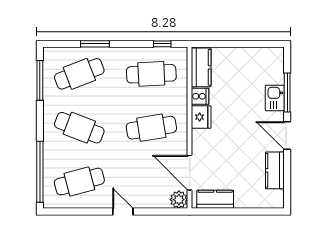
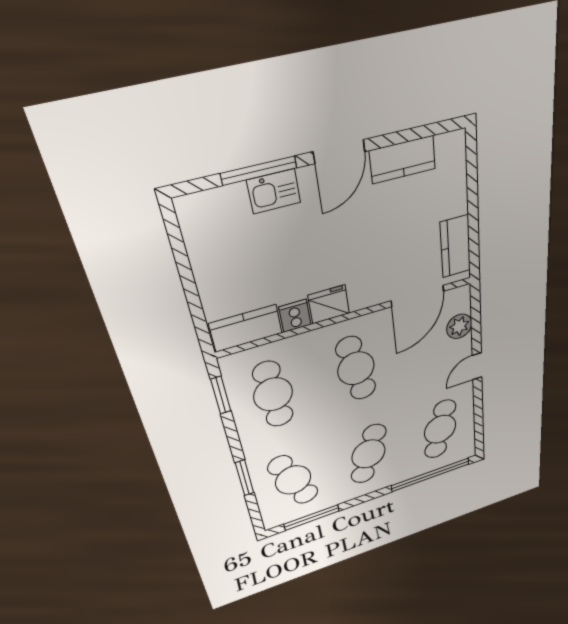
window: (162, 44) -> (221, 395), width x1.50
cafe table: (79, 182) -> (440, 429), turned 30
plant: (179, 200) -> (459, 326), moved

